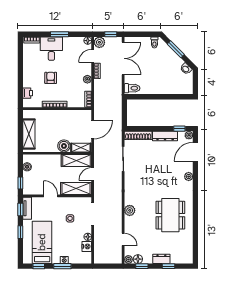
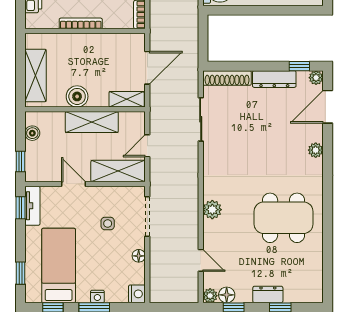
boiler: (64, 146) -> (77, 96), moved
shelving: (76, 161) -> (92, 122), moved
dining table: (170, 215) -> (284, 218), turned 90
window: (20, 232) -> (21, 273), moved
nightstand: (87, 246) -> (137, 294), moved

